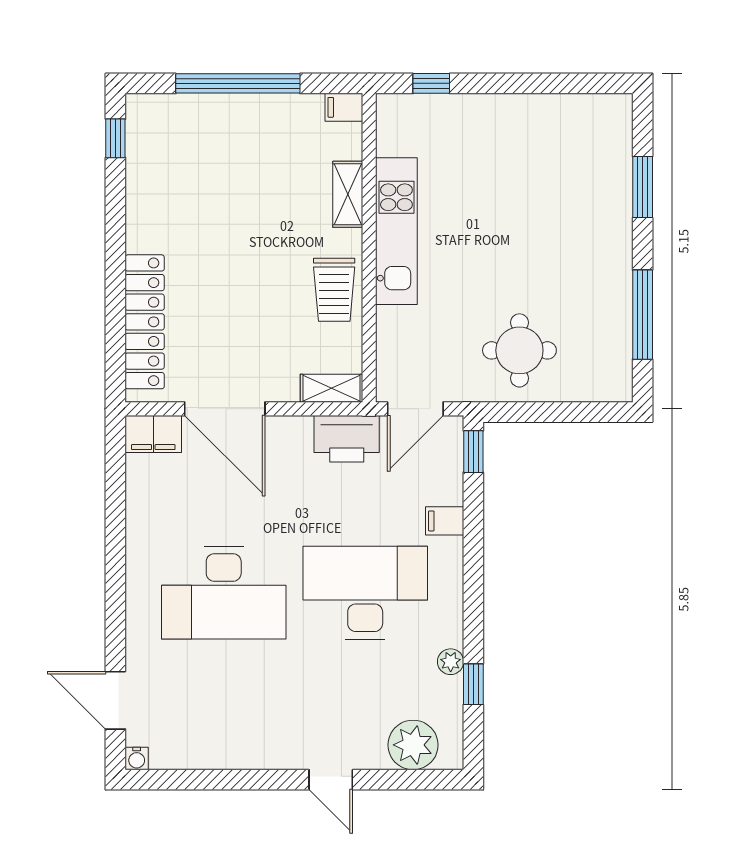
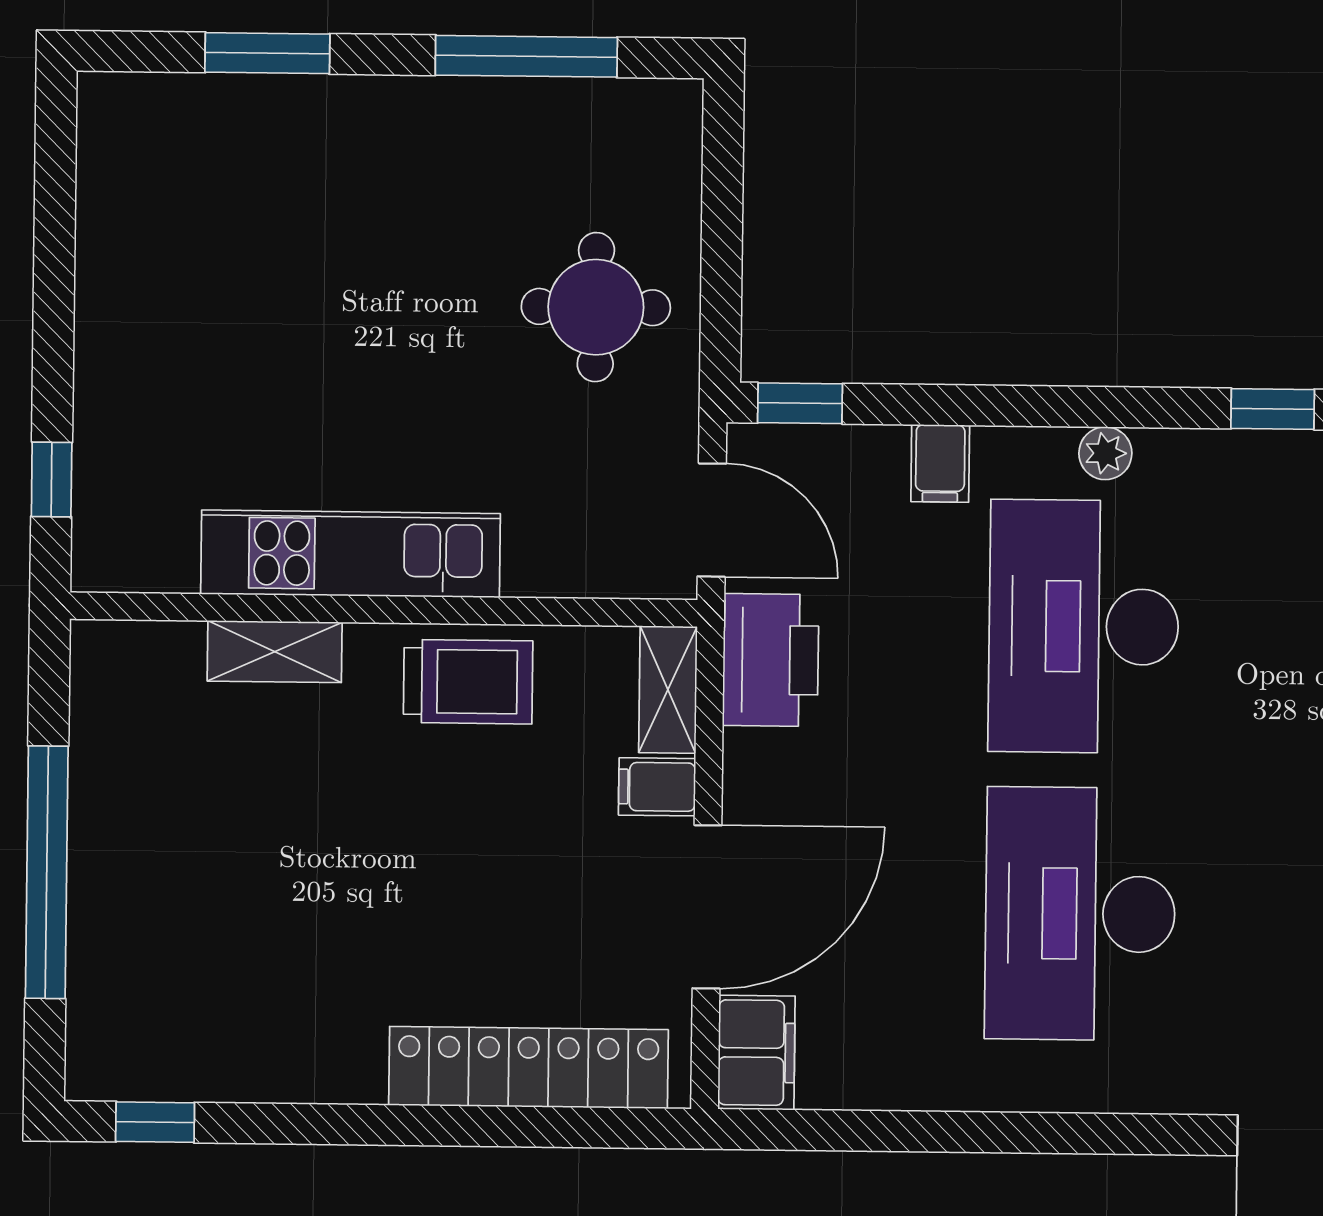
filing cabinet: (344, 107) -> (657, 787), moved, turned 90
desk: (224, 593) -> (1080, 914), turned 180
plant: (451, 662) -> (1105, 453), moved

